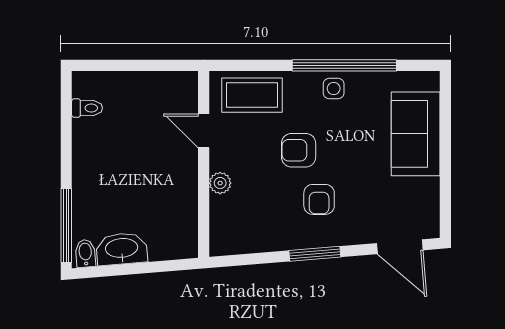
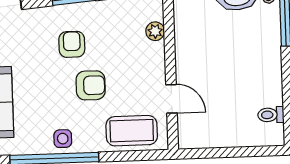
plant: (220, 183) -> (155, 31), moved

